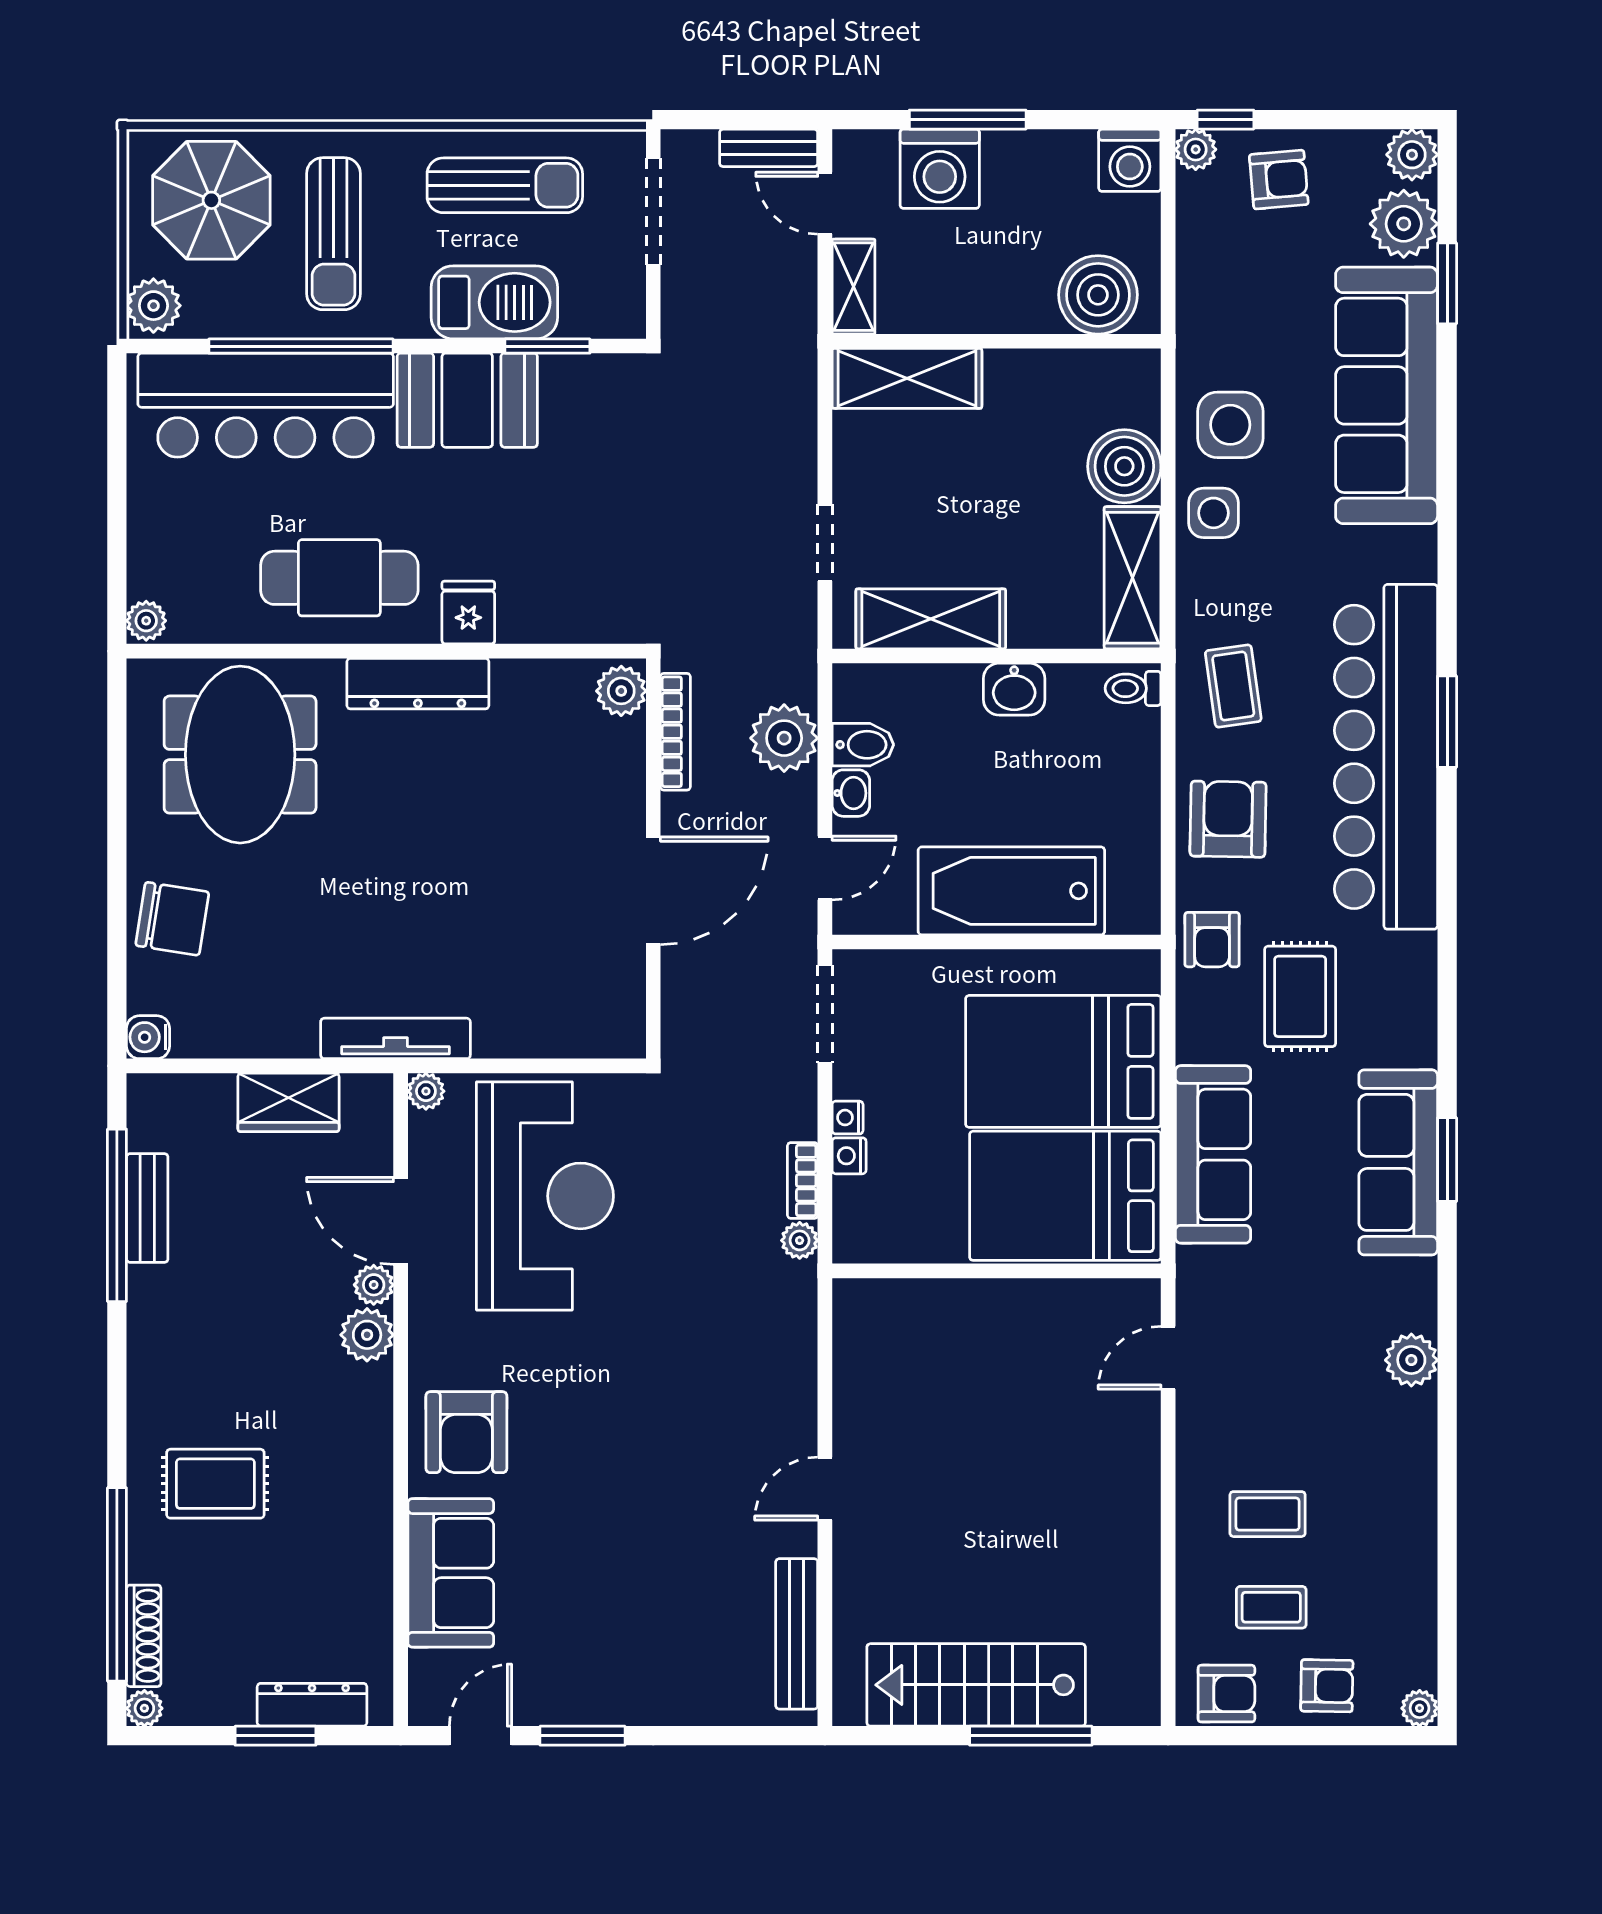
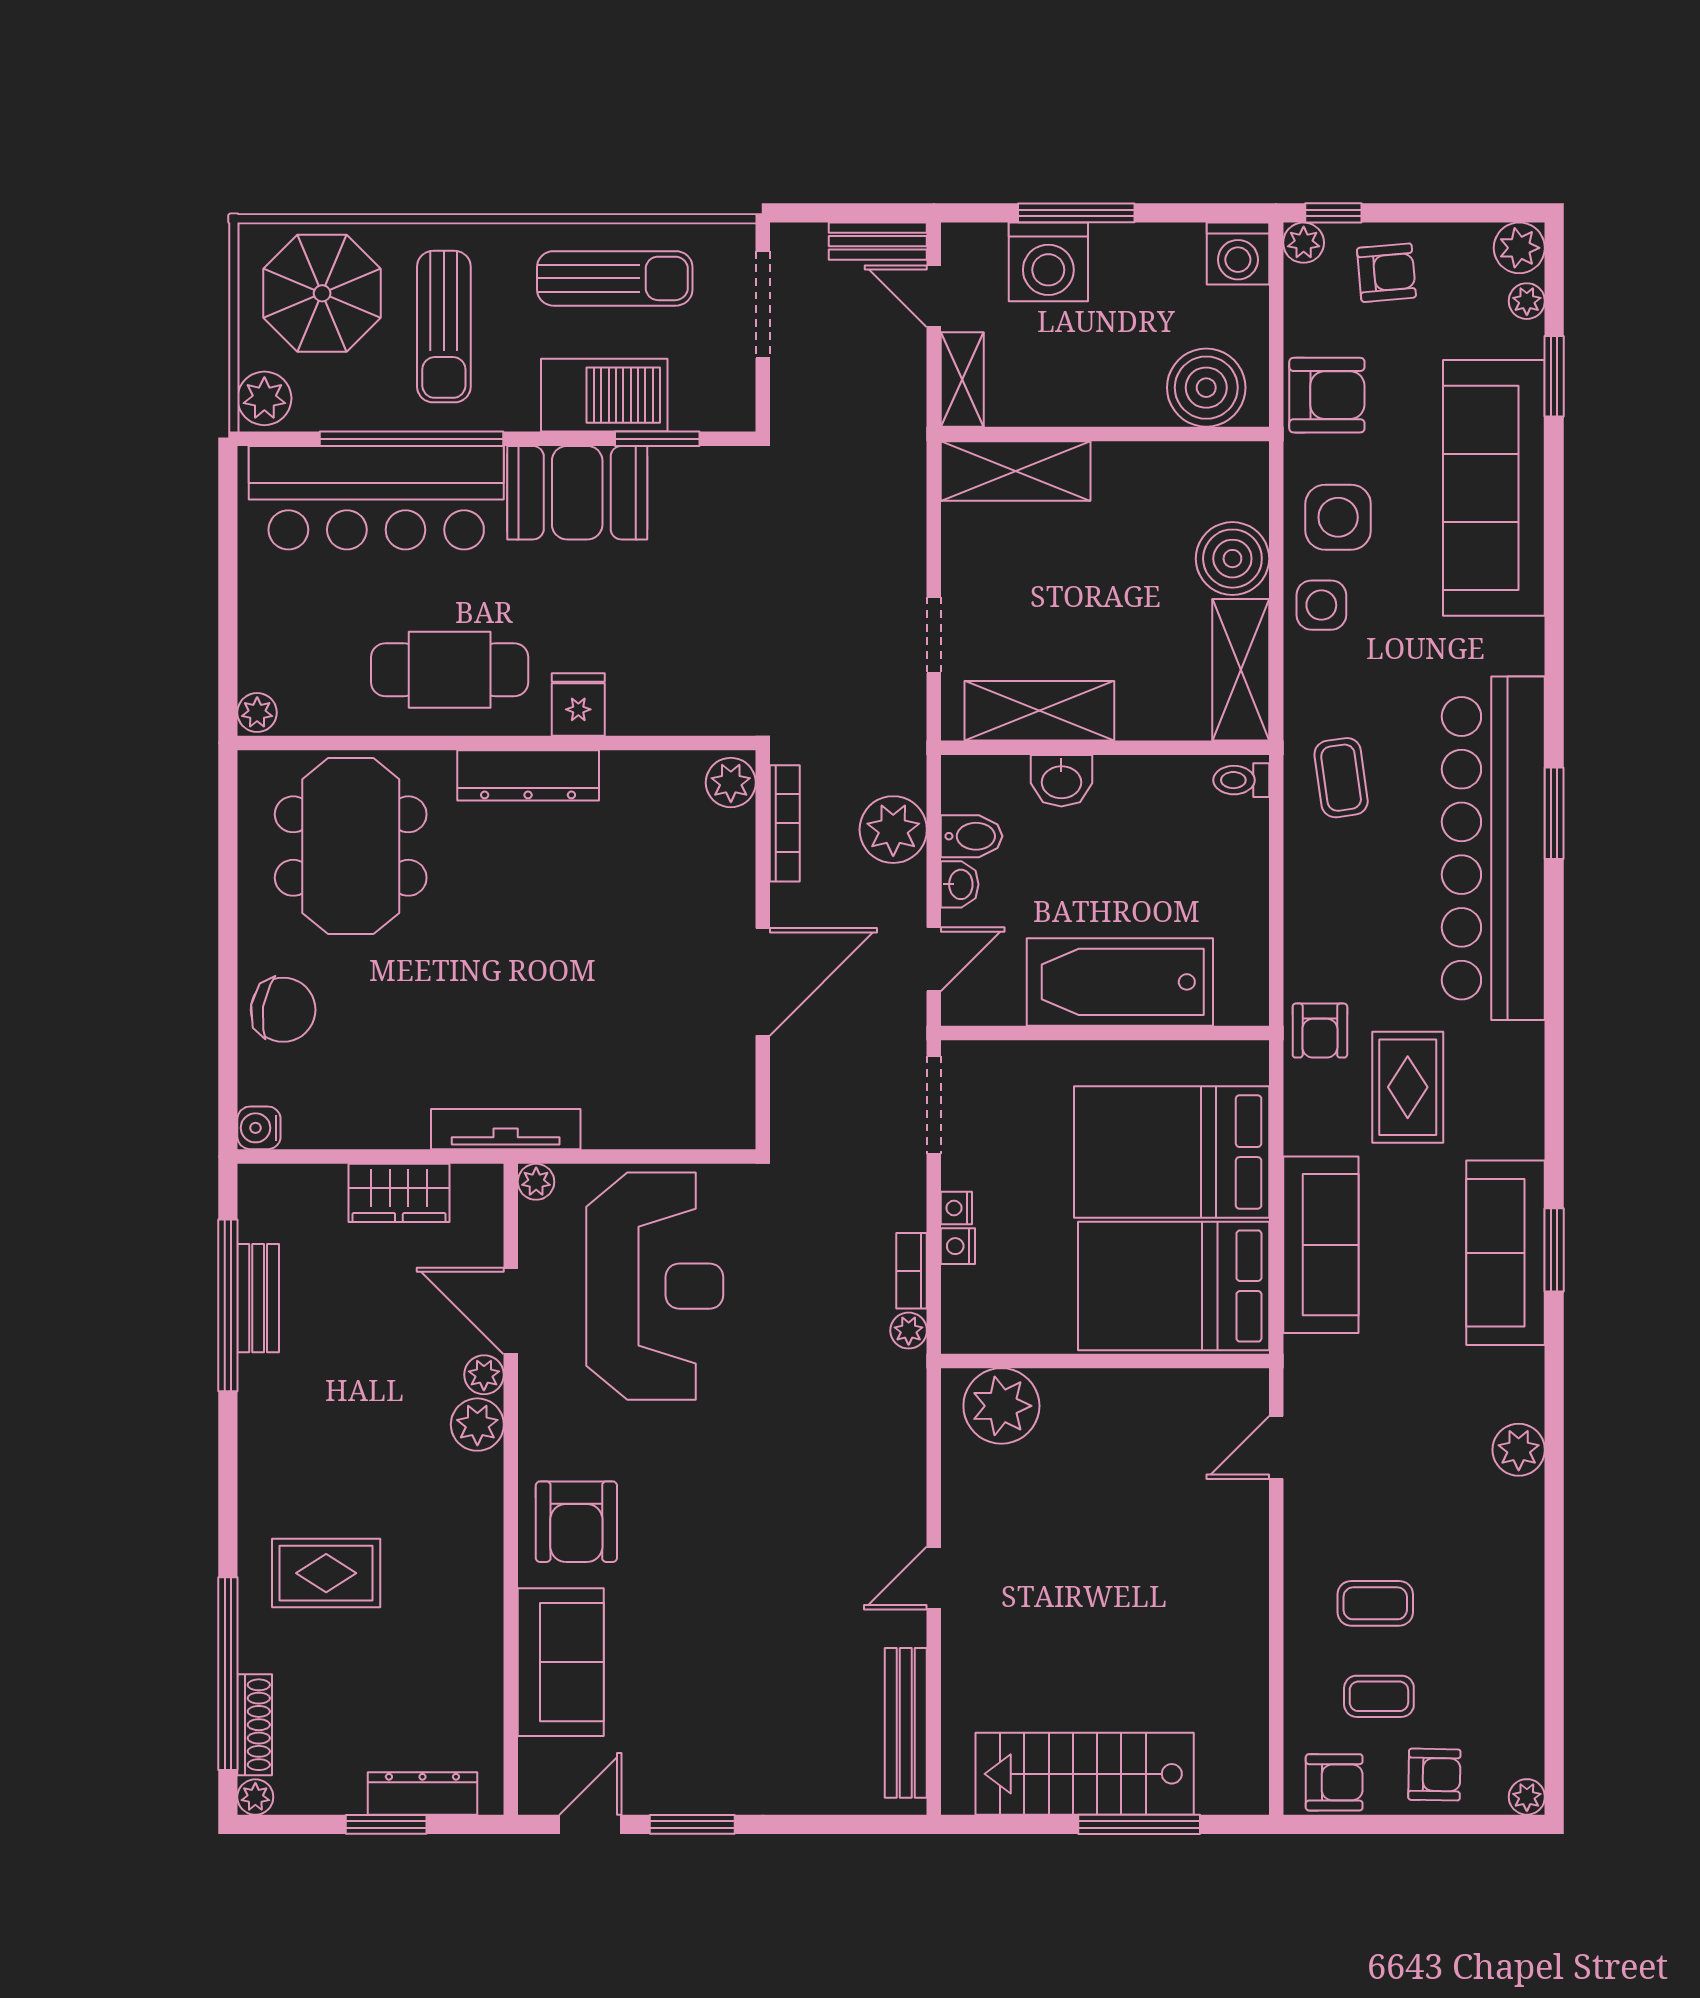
plant: (1404, 224) -> (1527, 301), width x0.53, depth x0.53
washbasin: (1014, 689) -> (1061, 781), moved
armchair: (1228, 819) -> (1327, 395), moved, turned 89
plant: (893, 1316) -> (1001, 1406), added

